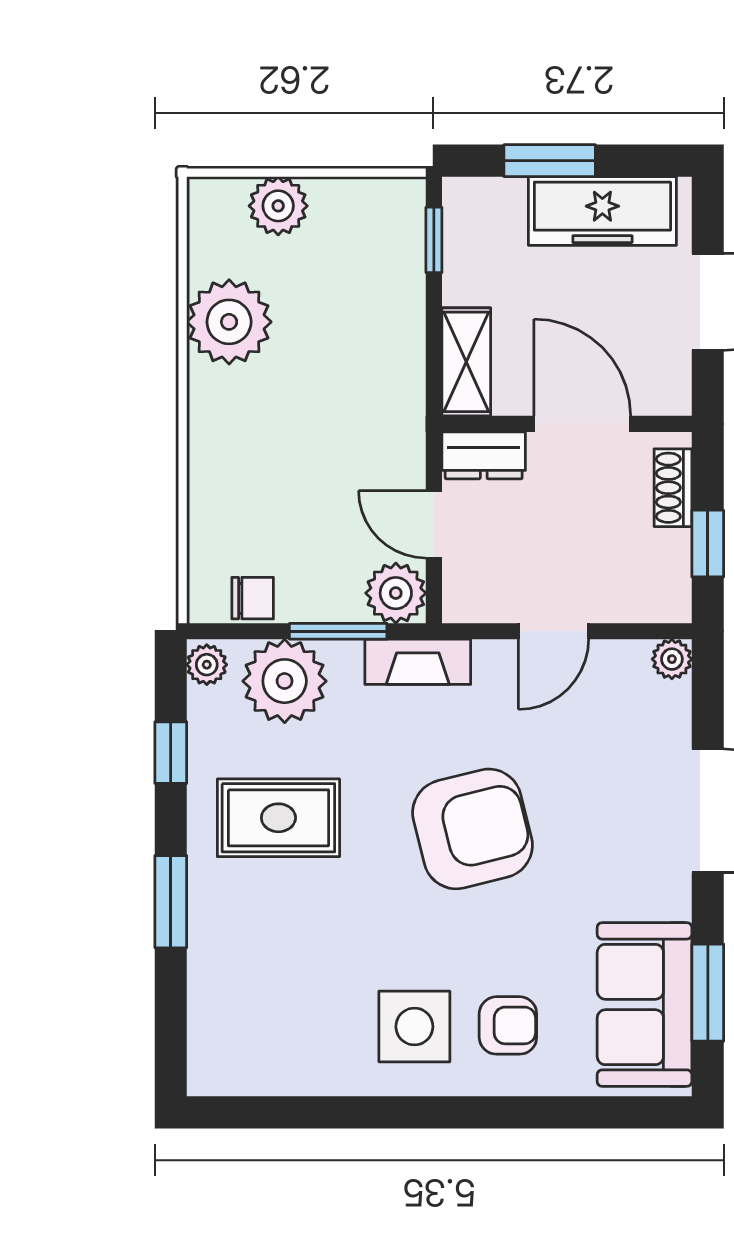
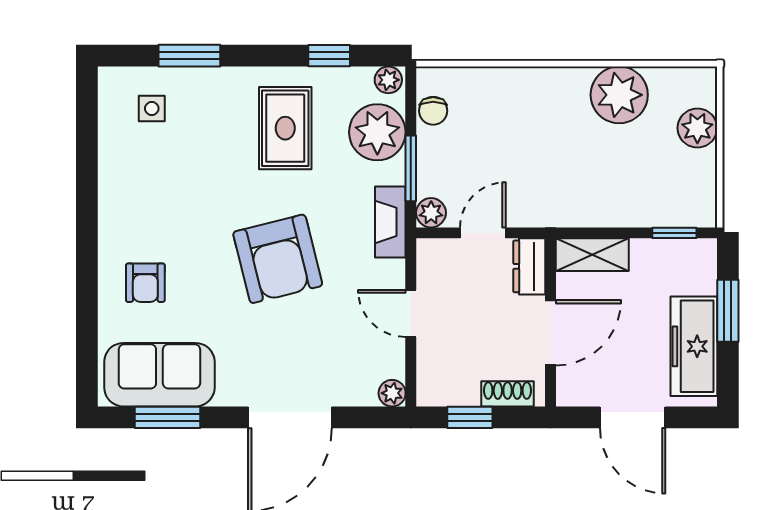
plant: (396, 593) -> (431, 213), width x0.73, depth x0.73
window: (171, 902) -> (189, 56), moved
side table: (414, 1027) -> (152, 108), moved, width x0.54, depth x0.54

